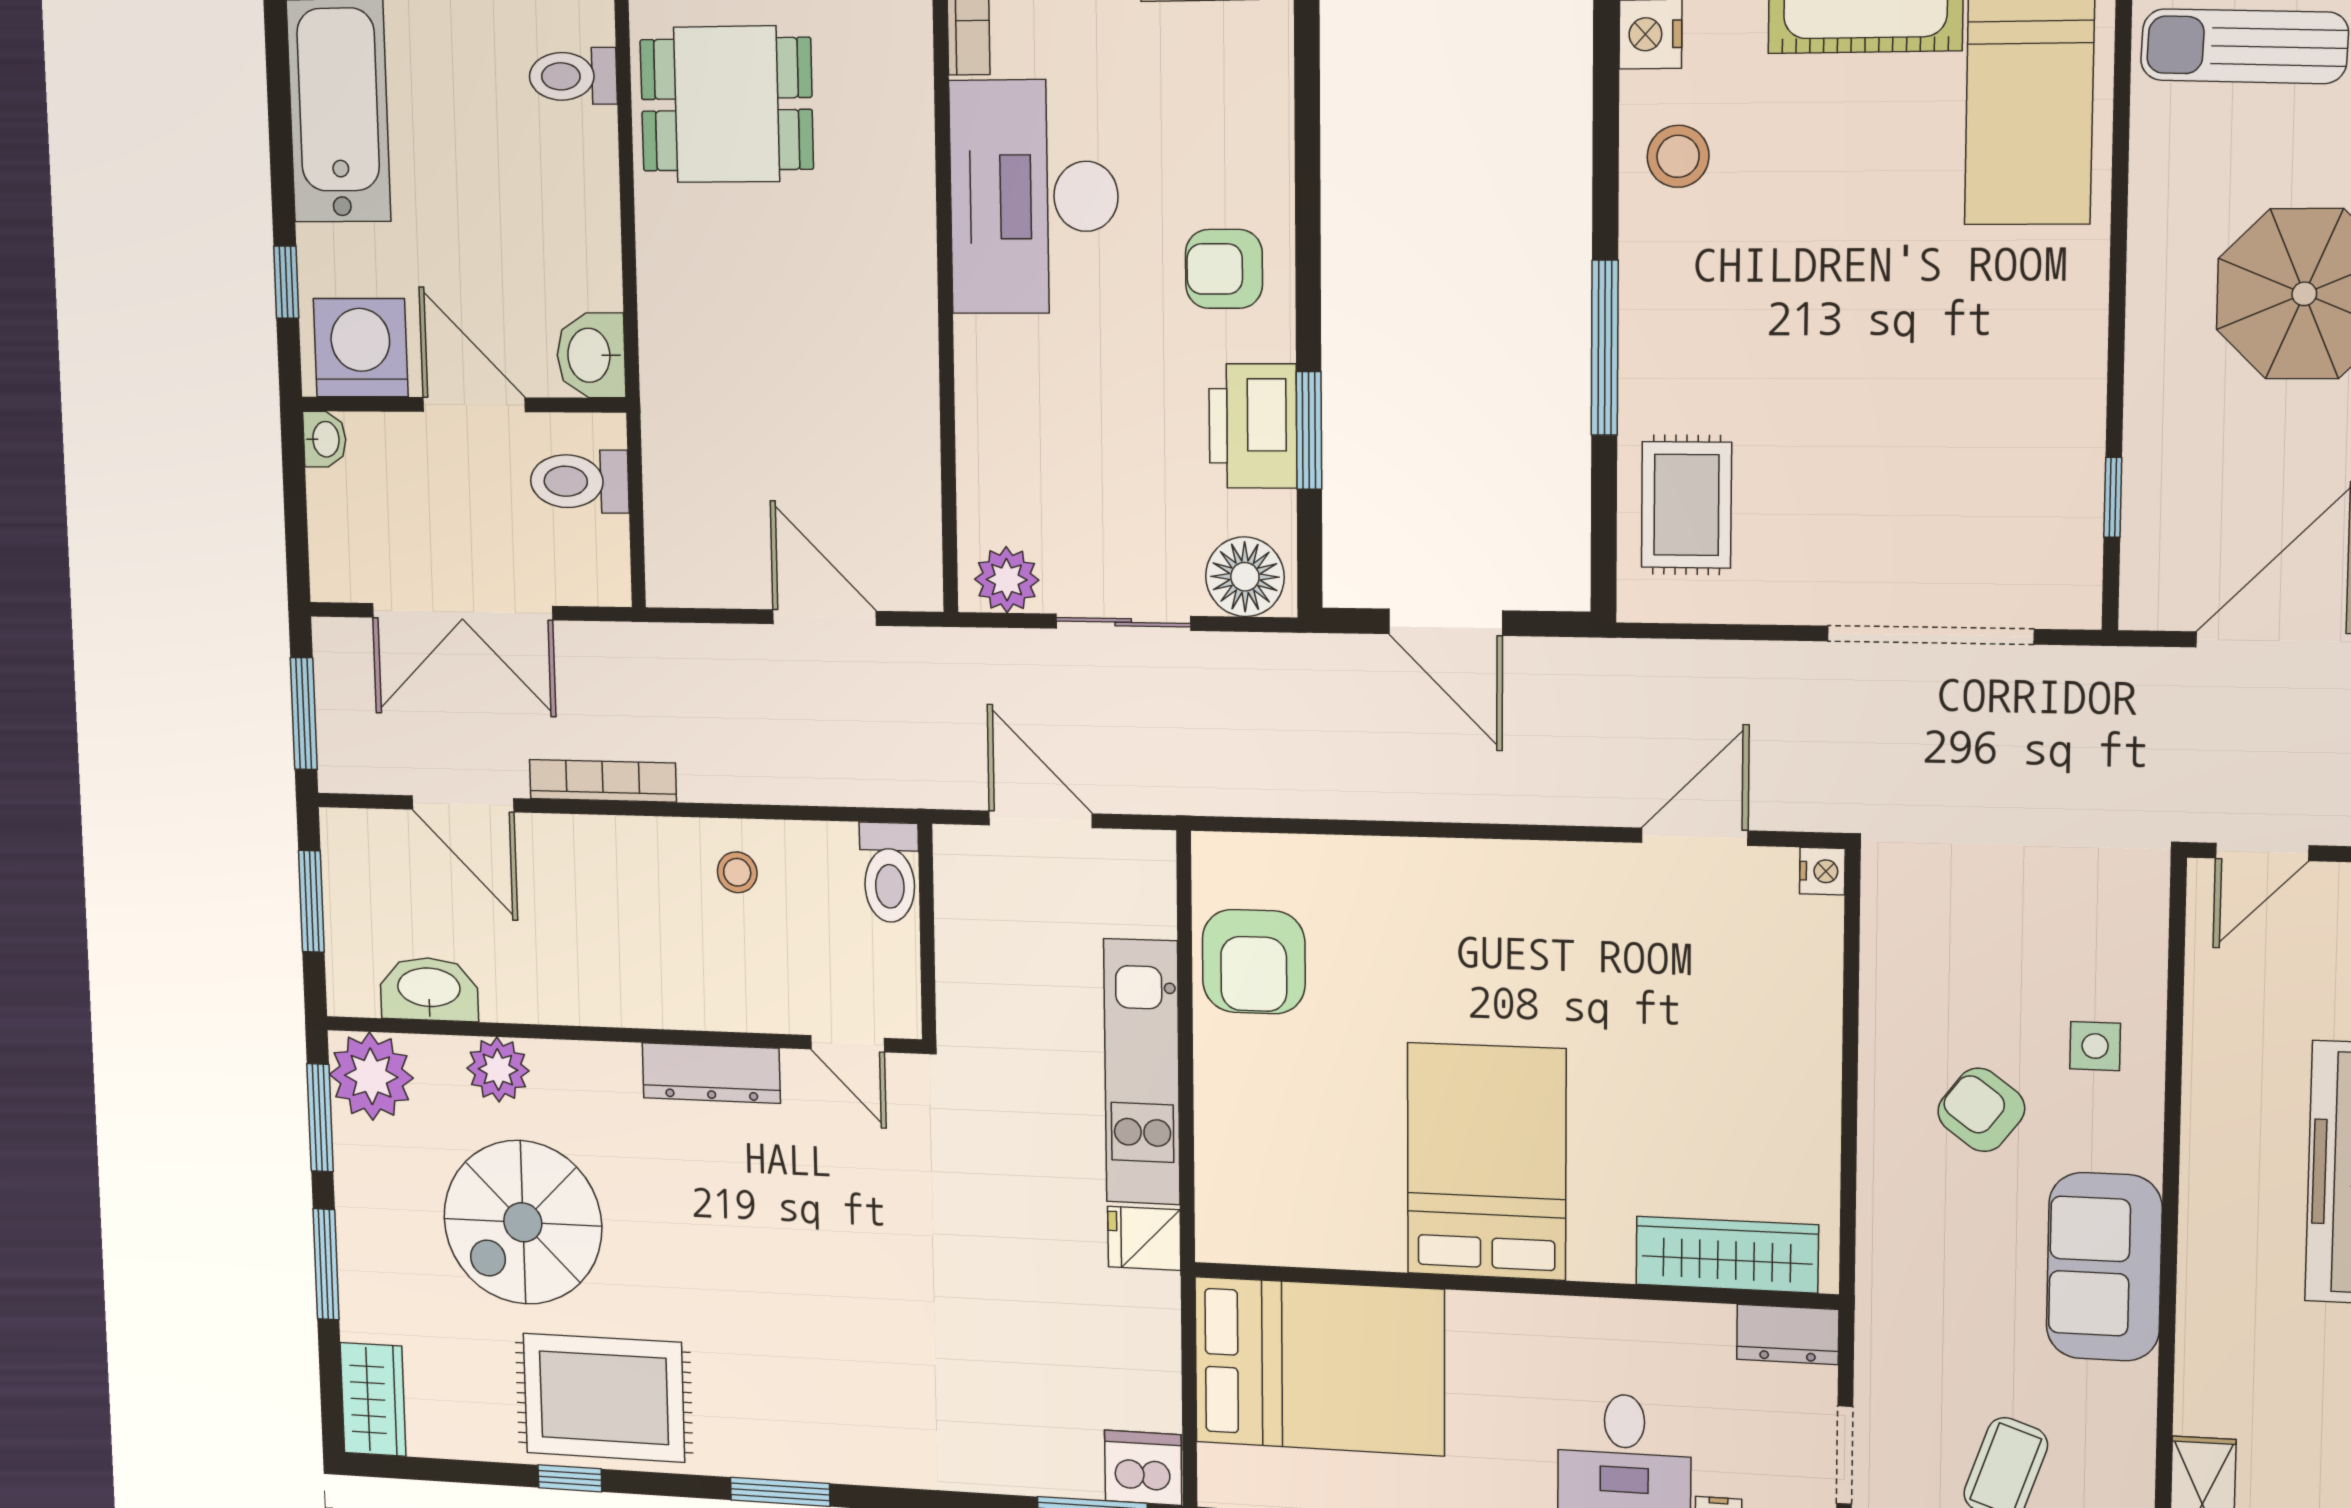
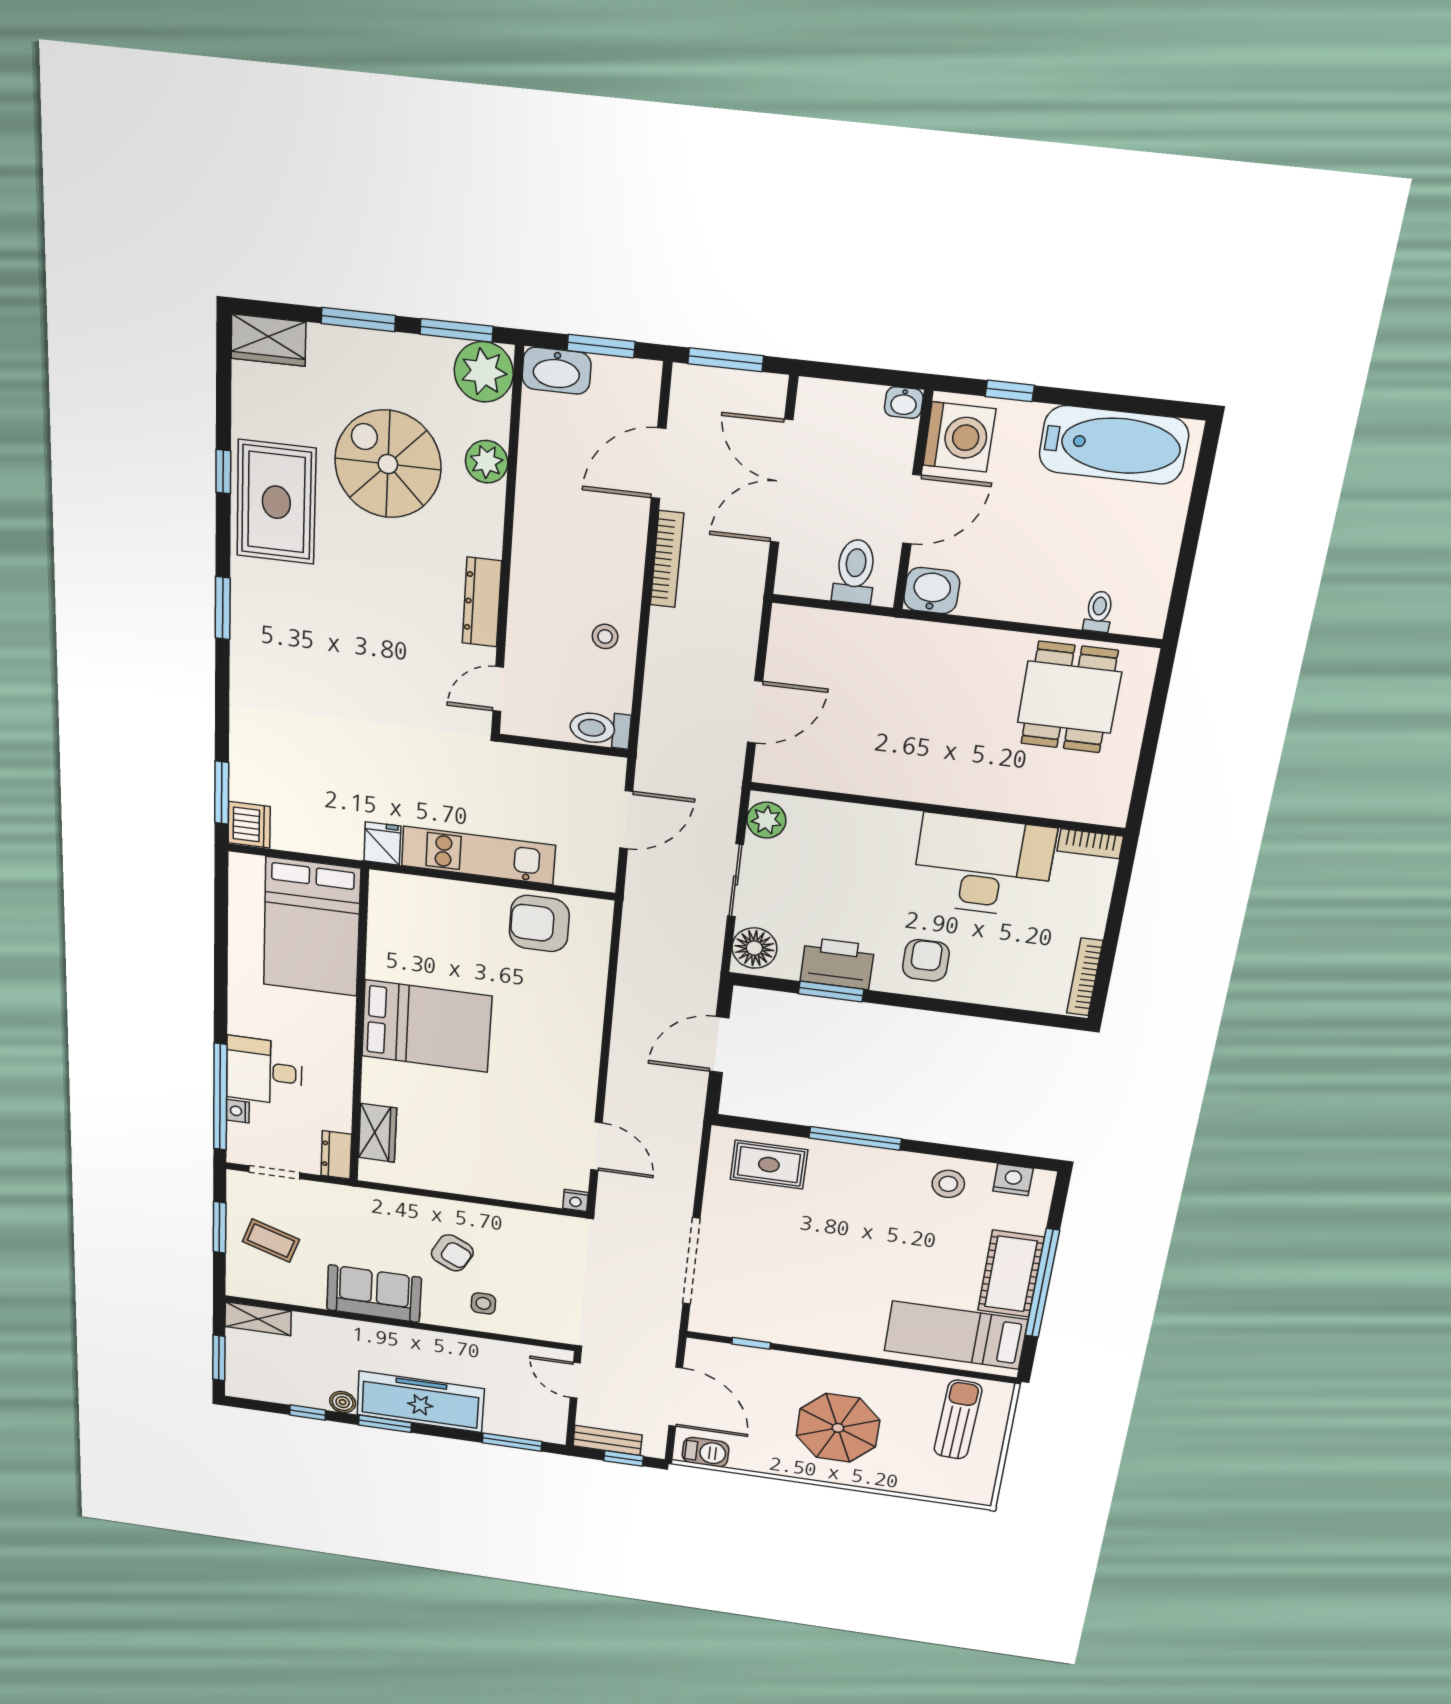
toilet: (573, 76) -> (1099, 612), width x0.73, depth x0.72
washbasin: (429, 989) -> (557, 371), moved, turned 90
armchair: (1981, 1110) -> (452, 1253), turned 80
wardrobe: (1727, 1255) -> (377, 1133), width x0.67

